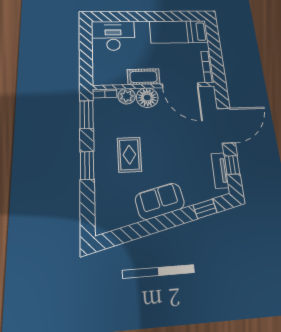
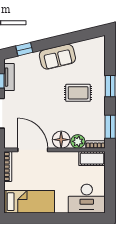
cot: (143, 77) -> (92, 159), moved
rug: (129, 155) -> (78, 93), turned 90

